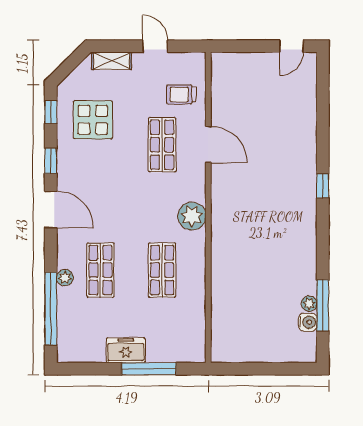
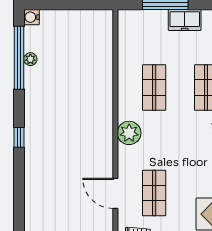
window: (323, 186) -> (19, 137), moved
window: (323, 305) -> (19, 58), width x1.46
water cooler: (308, 322) -> (32, 17), moved

